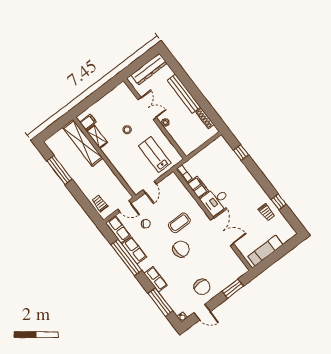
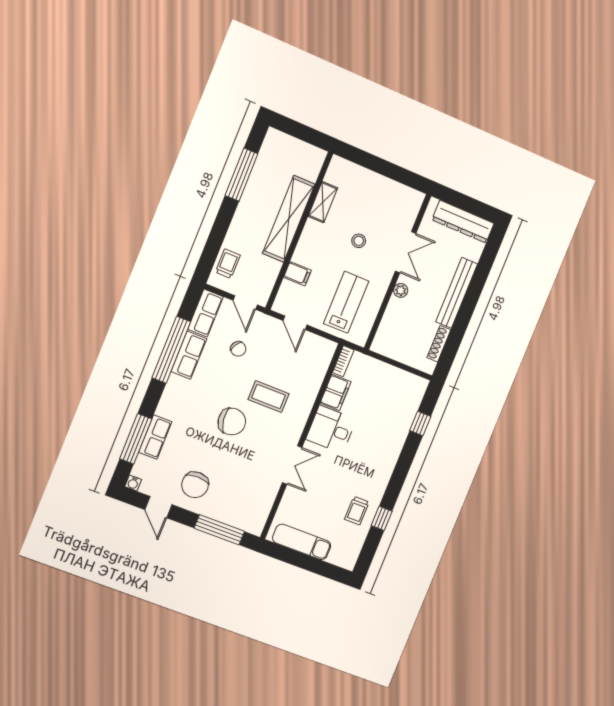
filing cabinet: (88, 122) -> (297, 274), moved
shelving: (83, 143) -> (289, 219), moved
door: (150, 187) -> (295, 323), hinge flipped
double door: (222, 232) -> (292, 465), width x0.73
row of seats: (156, 279) -> (155, 437), moved
window: (233, 289) -> (219, 530), width x1.44

